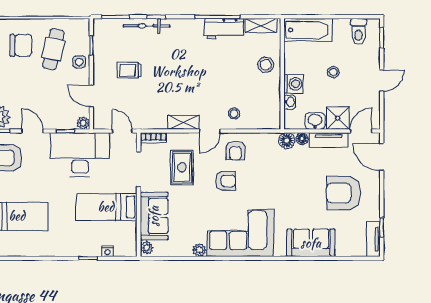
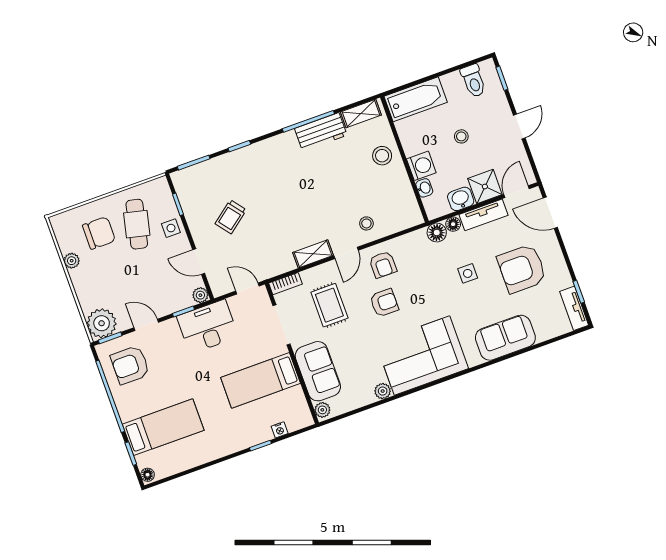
bicycle: (147, 26) -> (232, 160), removed
trolley: (129, 70) -> (231, 217), turned -38
desk: (80, 155) -> (207, 327), width x0.73, depth x0.77
side table: (300, 182) -> (468, 273), added

